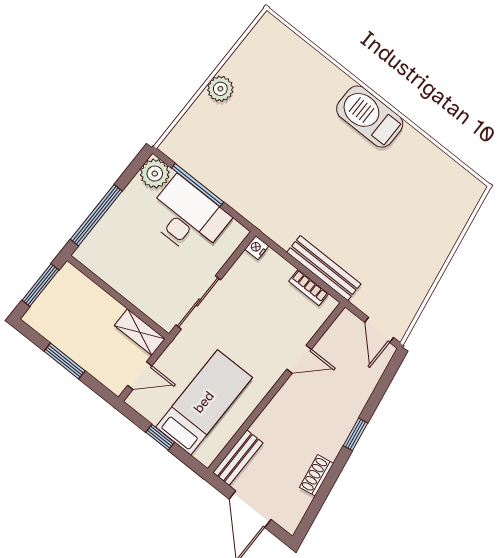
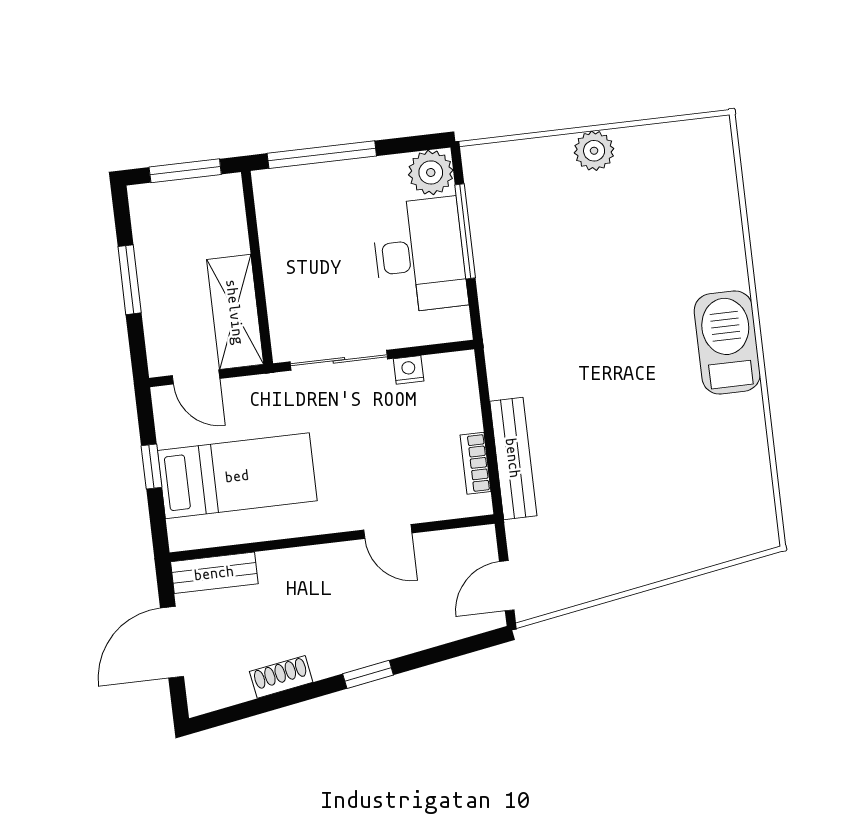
nightstand: (257, 248) -> (409, 370), moved
shelving: (140, 332) -> (235, 312), width x1.50, depth x1.33

